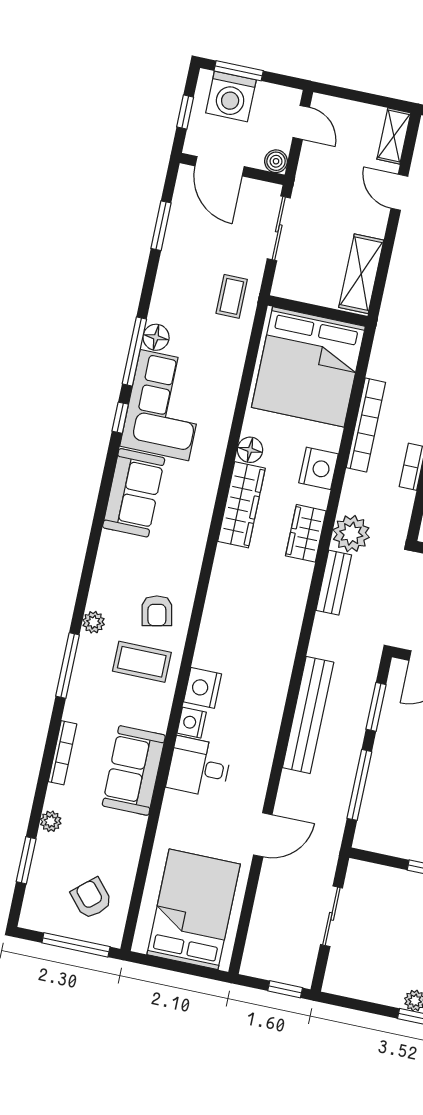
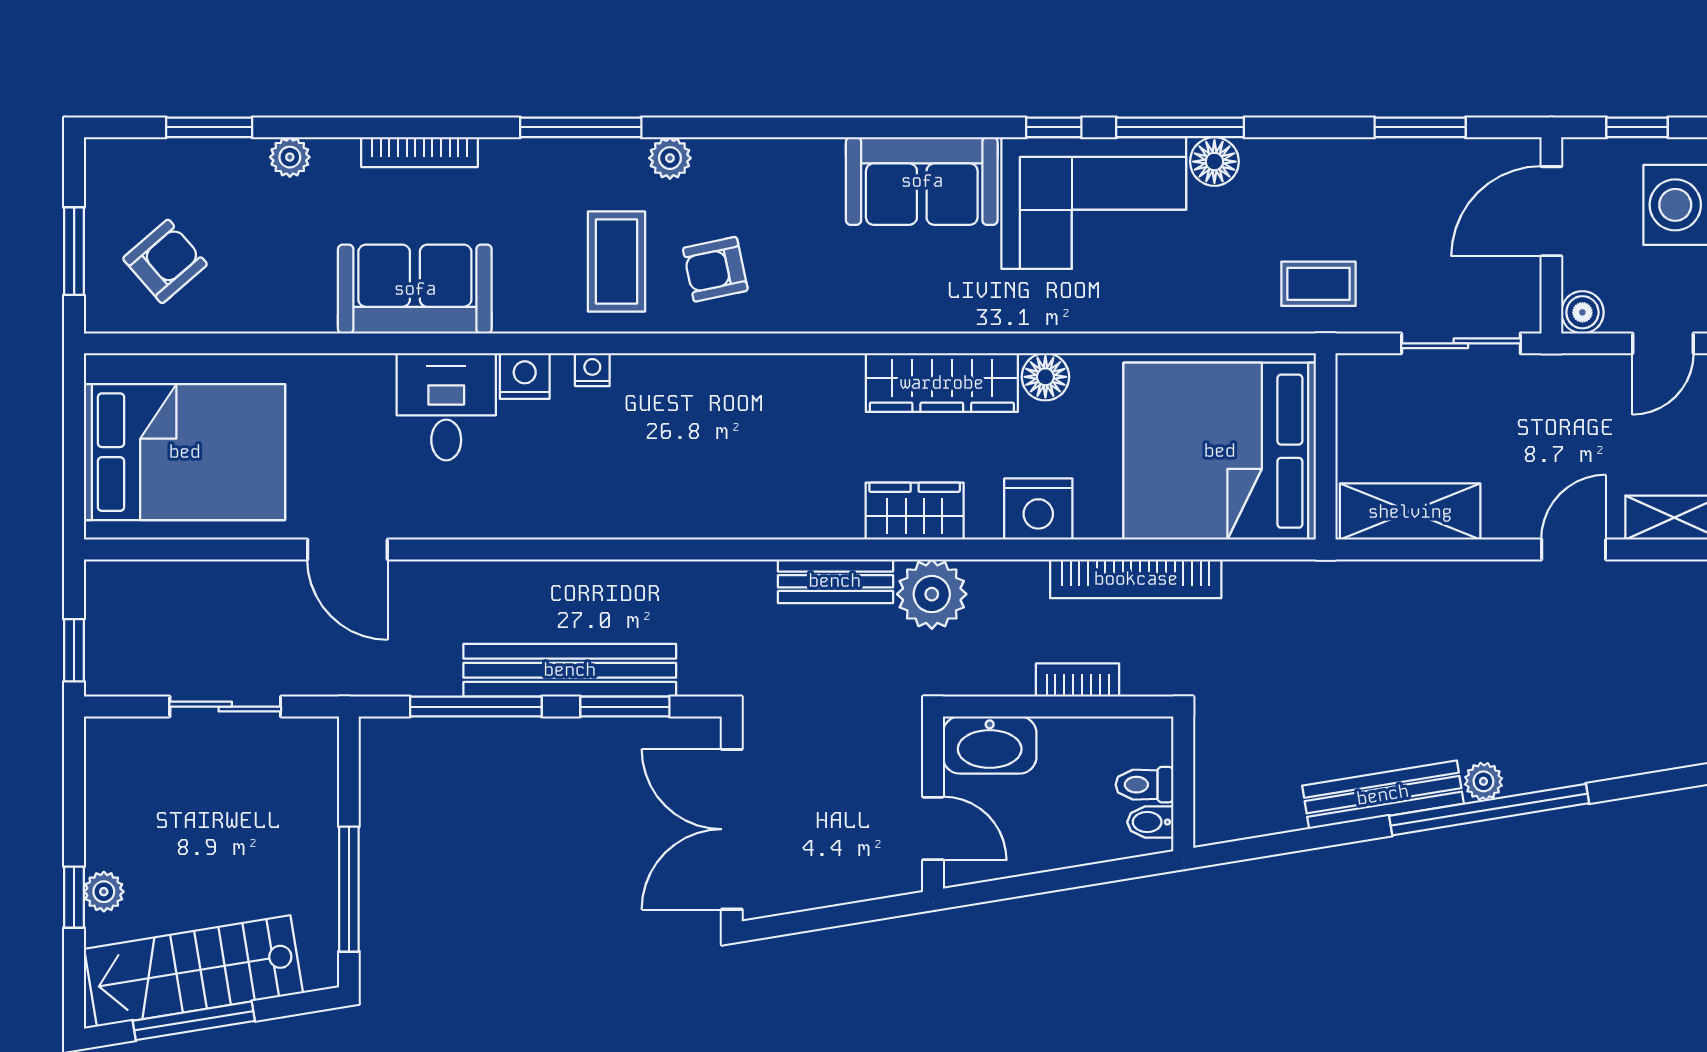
nightstand: (203, 688) -> (592, 370), width x0.53, depth x0.56
bench: (308, 715) -> (570, 670), moved
window: (76, 945) -> (74, 251), width x0.69

